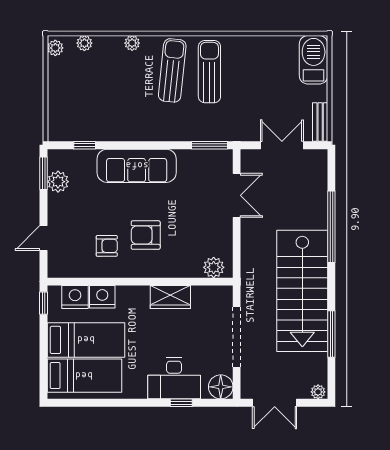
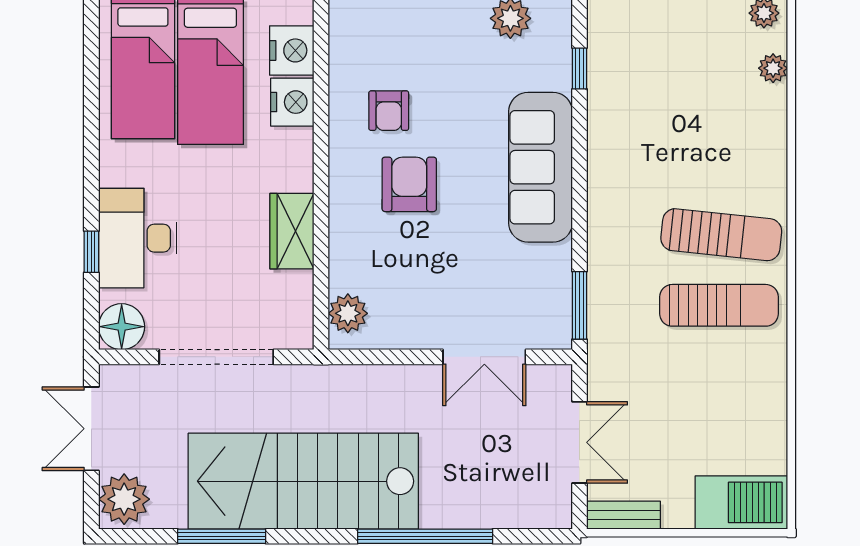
plant: (132, 43) -> (773, 159), removed
plant: (318, 392) -> (124, 499), width x1.88, depth x1.88

